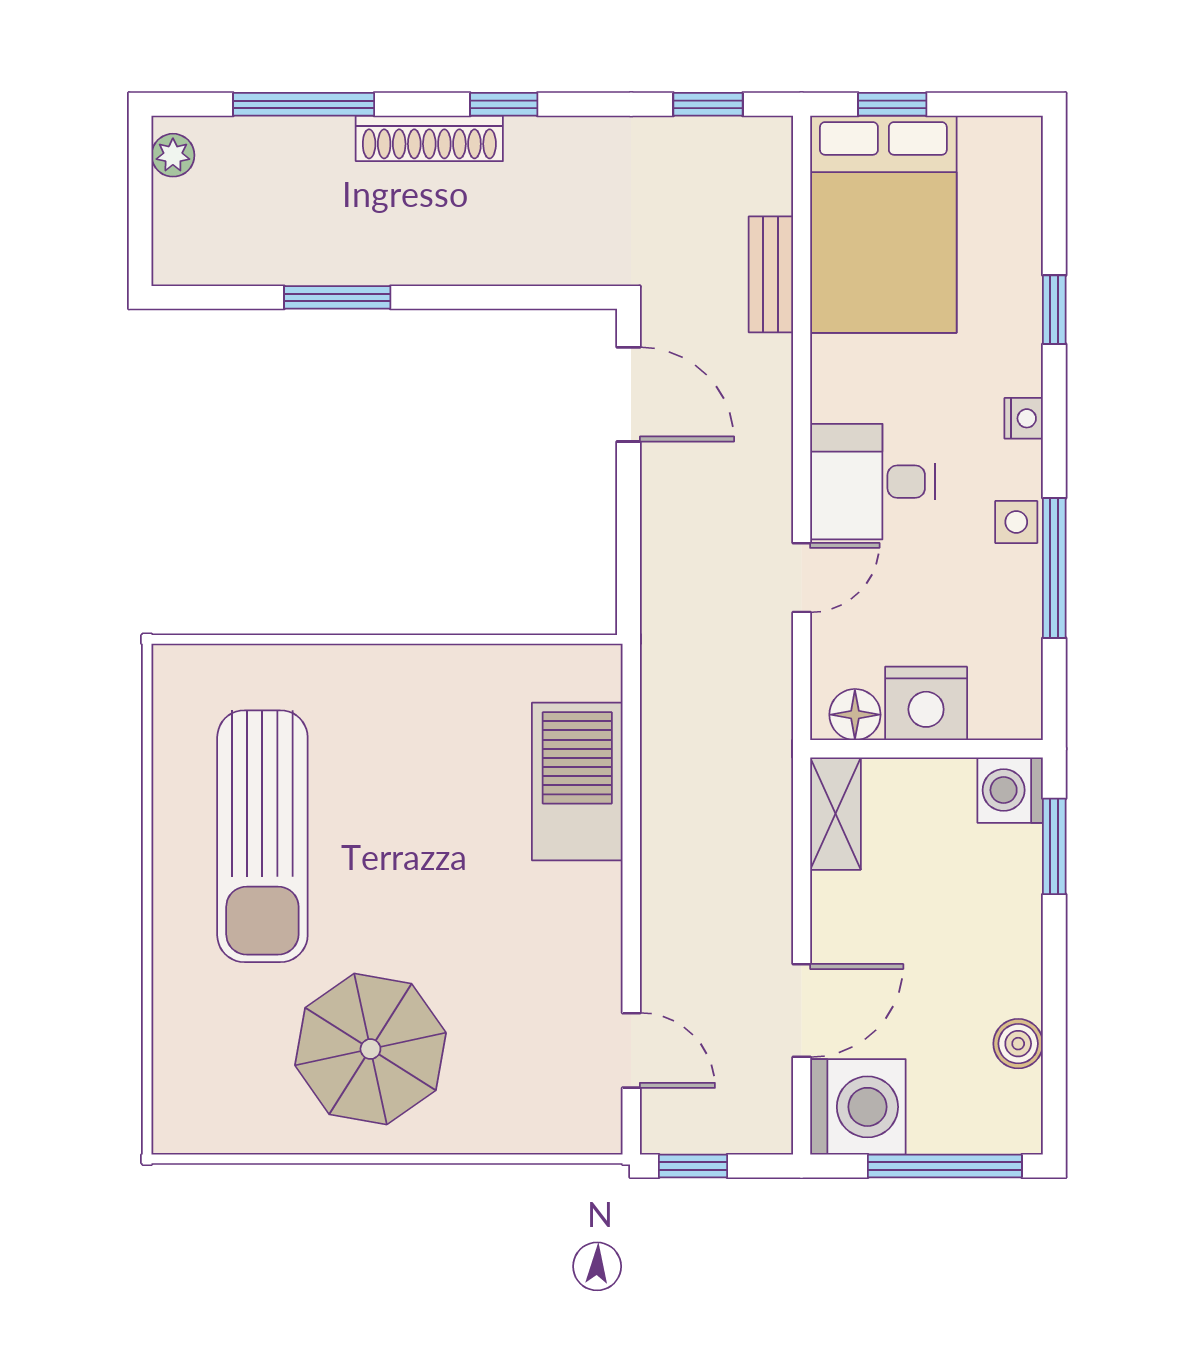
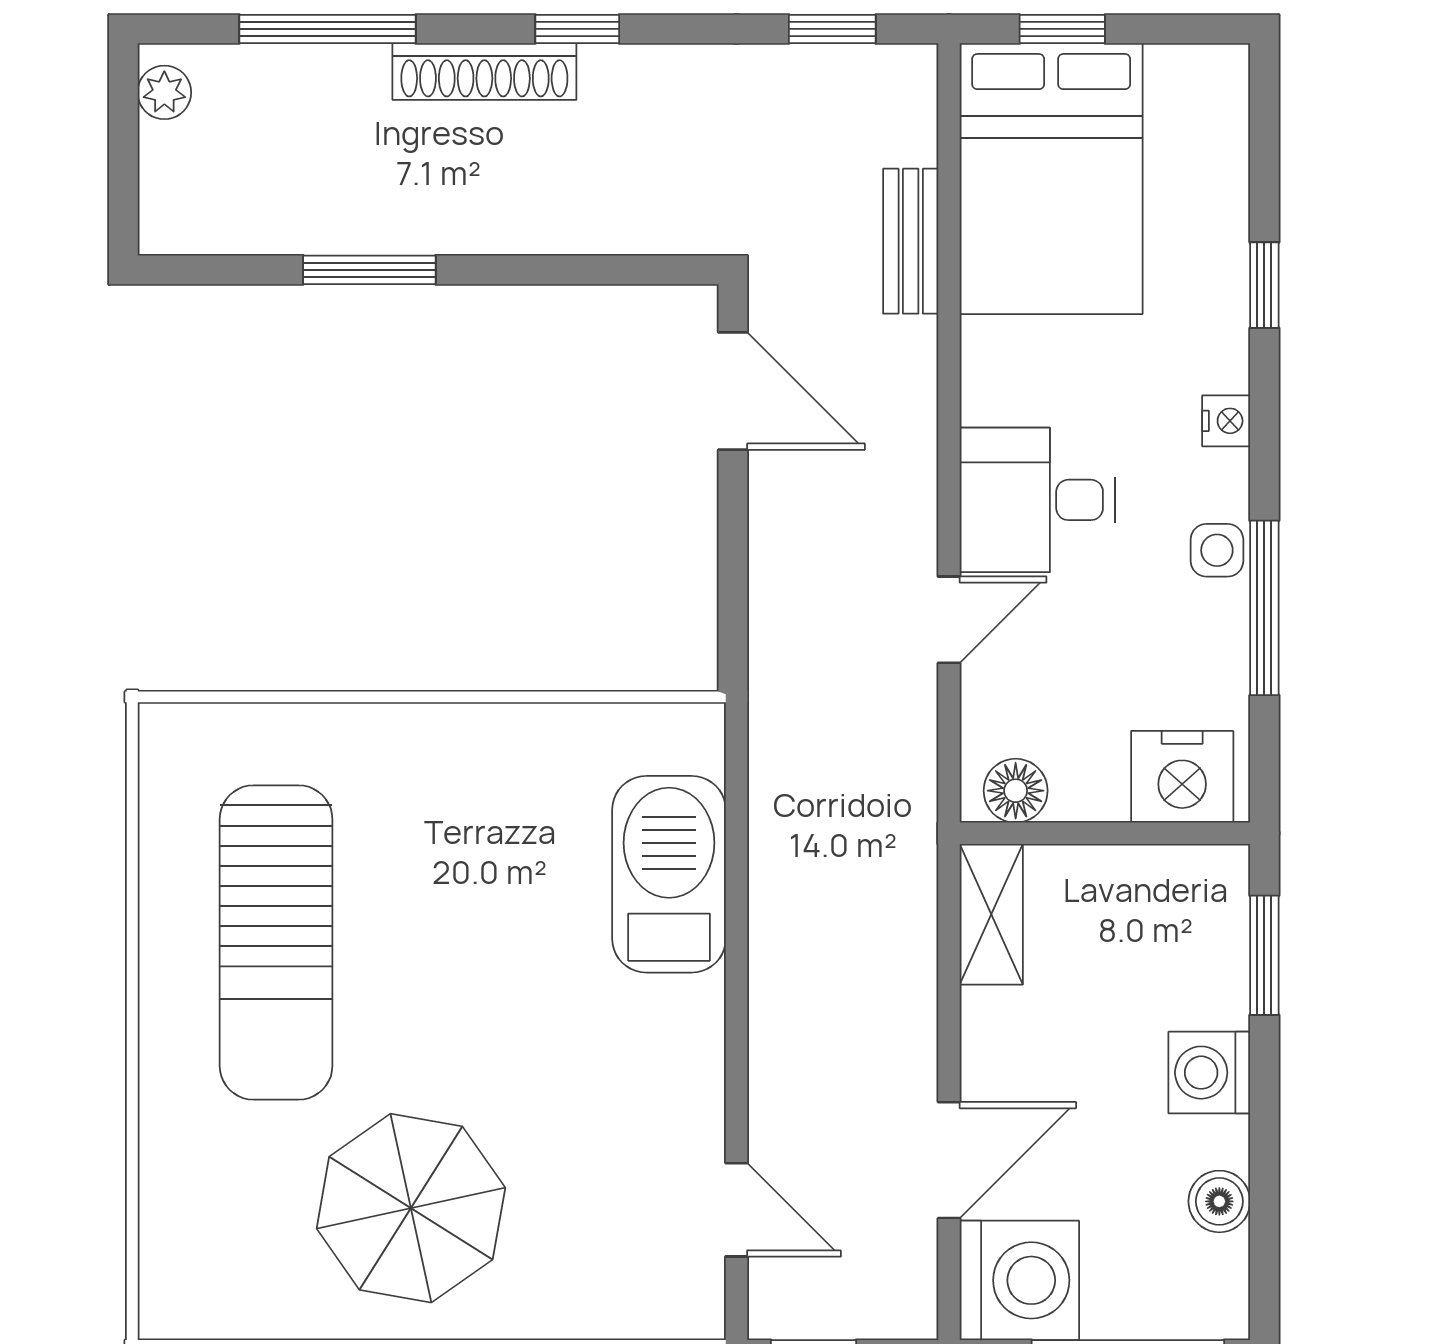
nightstand: (926, 703) -> (1182, 777), moved
washing machine: (1010, 790) -> (1209, 1073), moved

